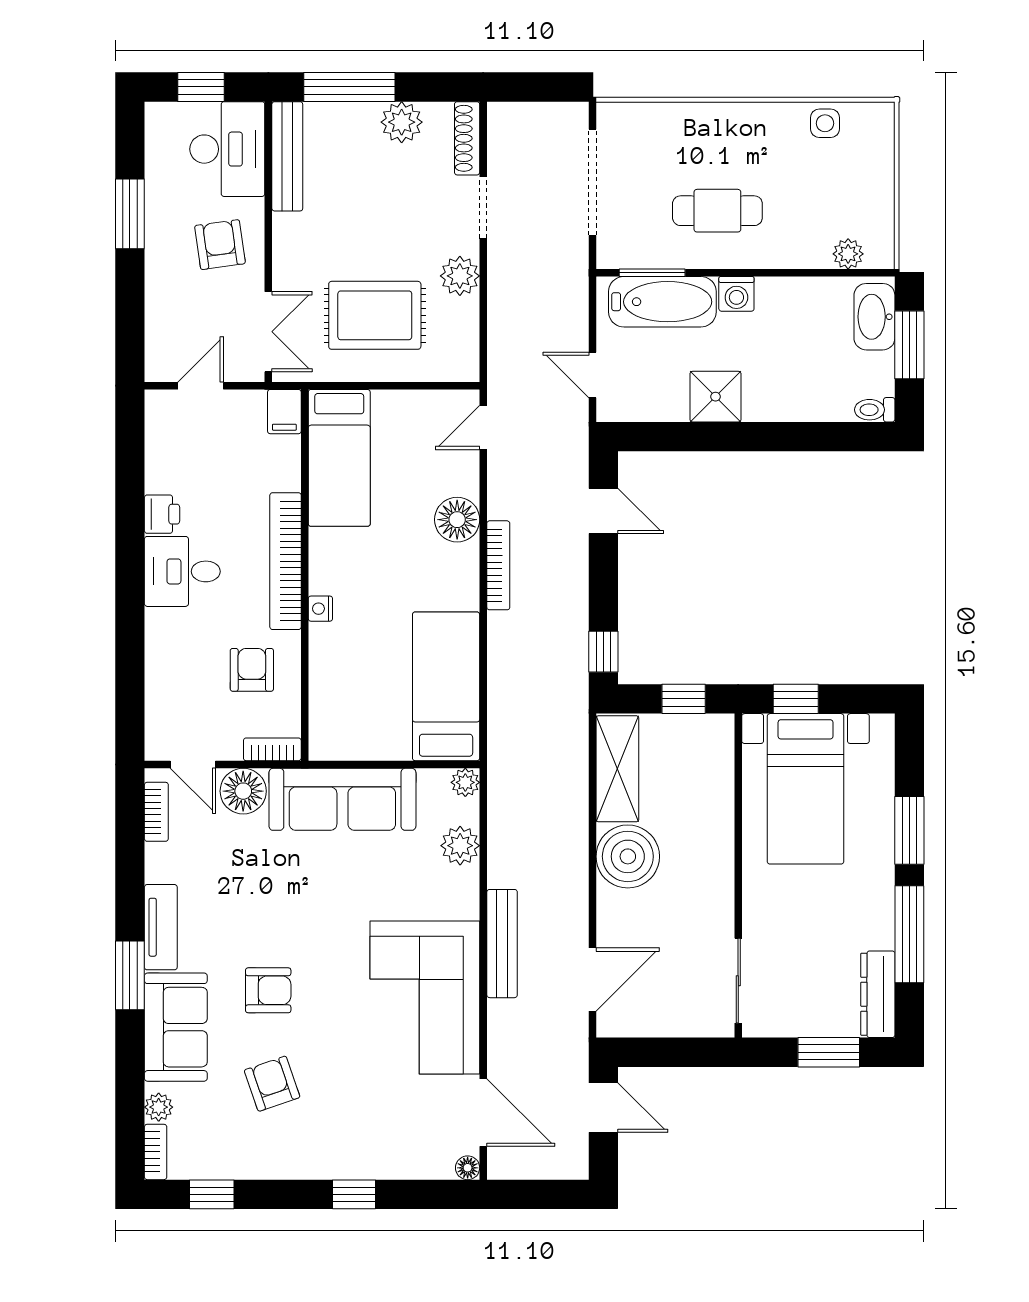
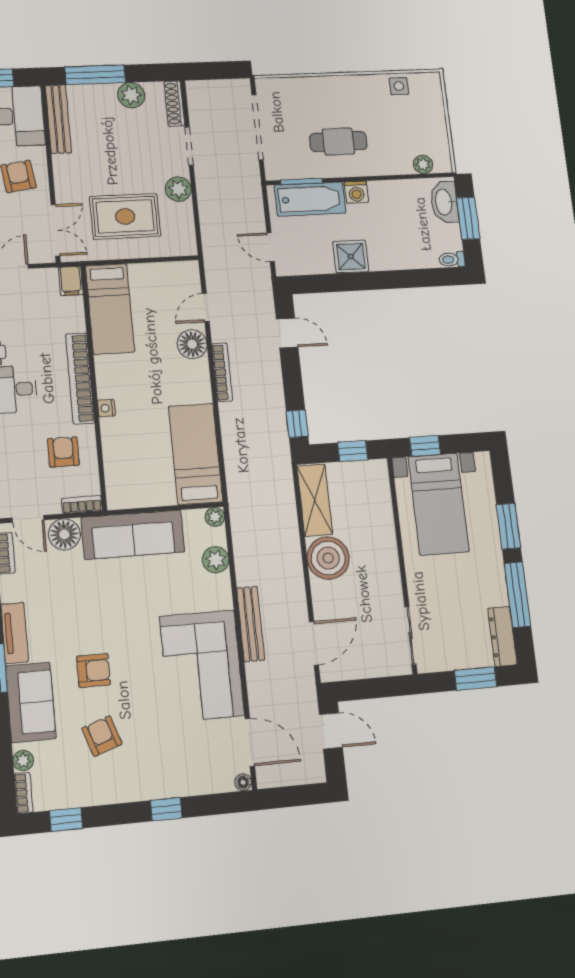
door: (483, 427) -> (206, 307), moved

